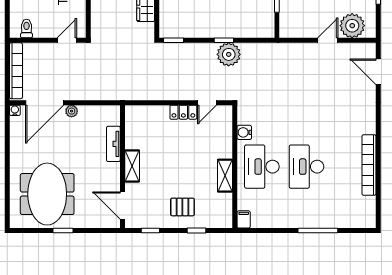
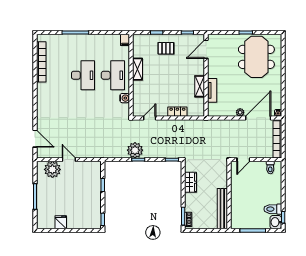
door: (328, 40) -> (69, 160), swing flipped
locker: (183, 112) -> (177, 112), moved
bookcase: (369, 165) -> (41, 62), moved
shelving: (132, 166) -> (200, 86), moved
door: (123, 205) -> (206, 49), swing flipped

